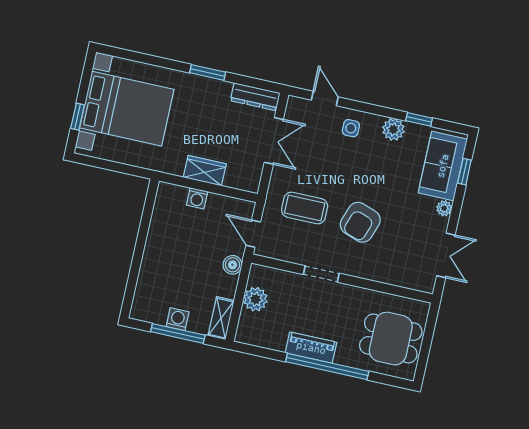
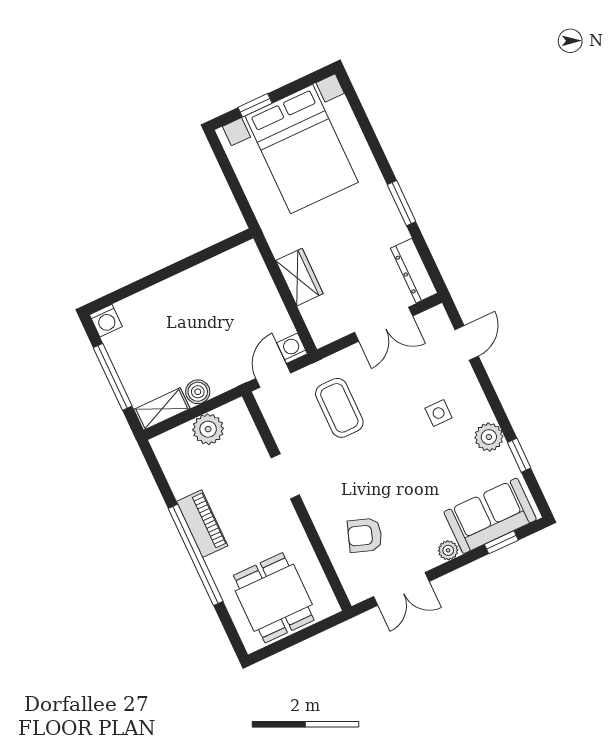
side table: (351, 128) -> (439, 413), moved
washing machine: (197, 198) -> (292, 348), moved, turned 90
armchair: (360, 222) -> (365, 535), moved, width x0.72, depth x0.72
boiler: (233, 265) -> (198, 392), moved
washing machine: (178, 319) -> (106, 321), moved, turned 90

